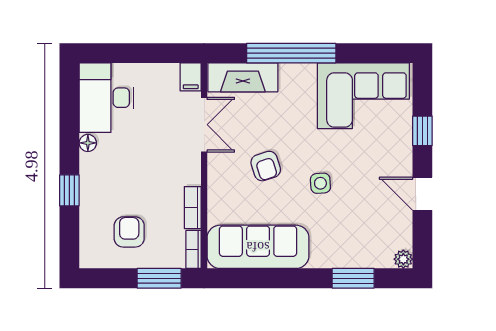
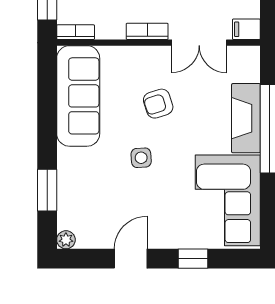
fireplace: (243, 77) -> (246, 118), moved
bookcase: (193, 208) -> (147, 31), moved

